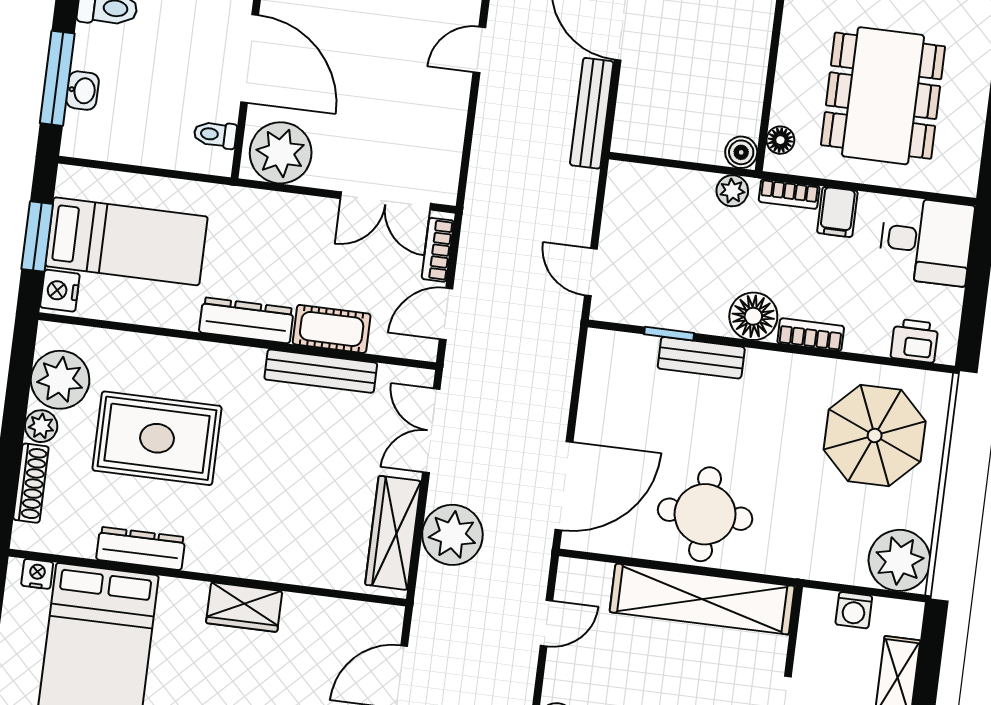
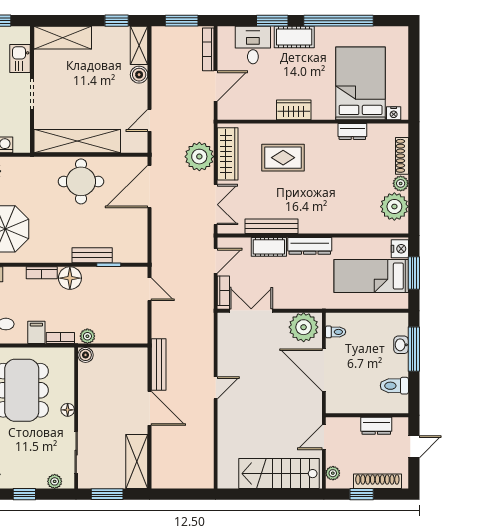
floor lamp: (780, 140) -> (68, 410), moved
rug: (157, 438) -> (283, 158), moved, width x0.73, depth x0.70
dresser: (141, 548) -> (352, 131), width x0.70

